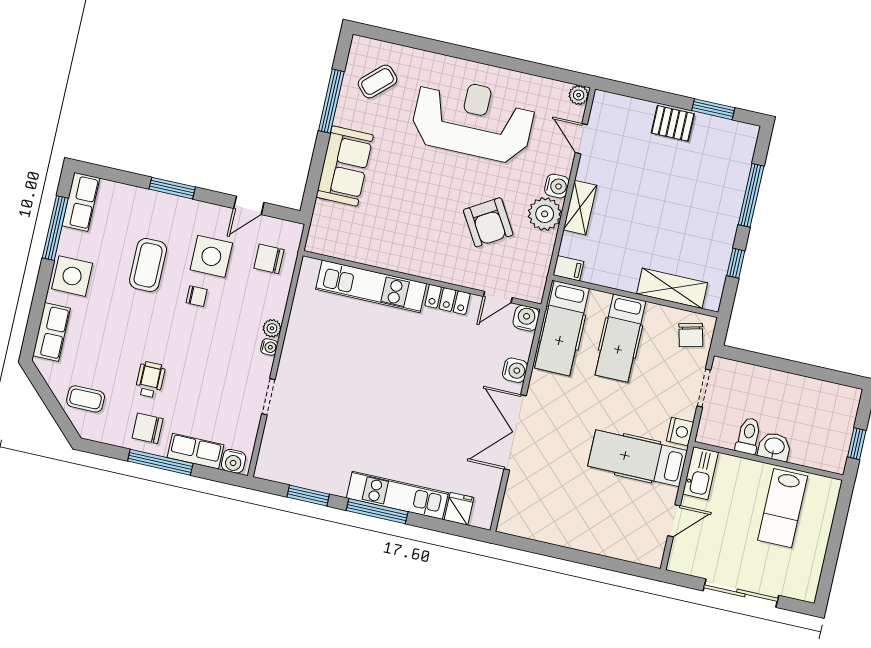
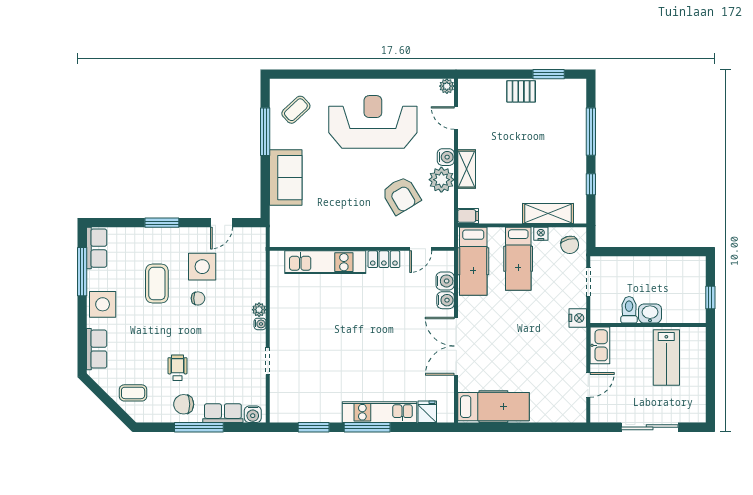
chair: (269, 259) -> (245, 259), removed
nightstand: (657, 312) -> (541, 234), added
water cooler: (526, 318) -> (445, 281), moved, turned 90
hospital bed: (638, 458) -> (493, 407), moved, turned 180

